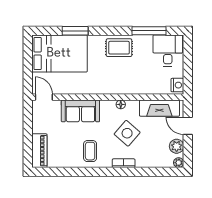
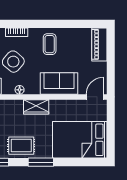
window: (75, 31) -> (41, 162), moved
wardrobe: (104, 87) -> (36, 107), added
door: (44, 97) -> (95, 97), swing flipped

